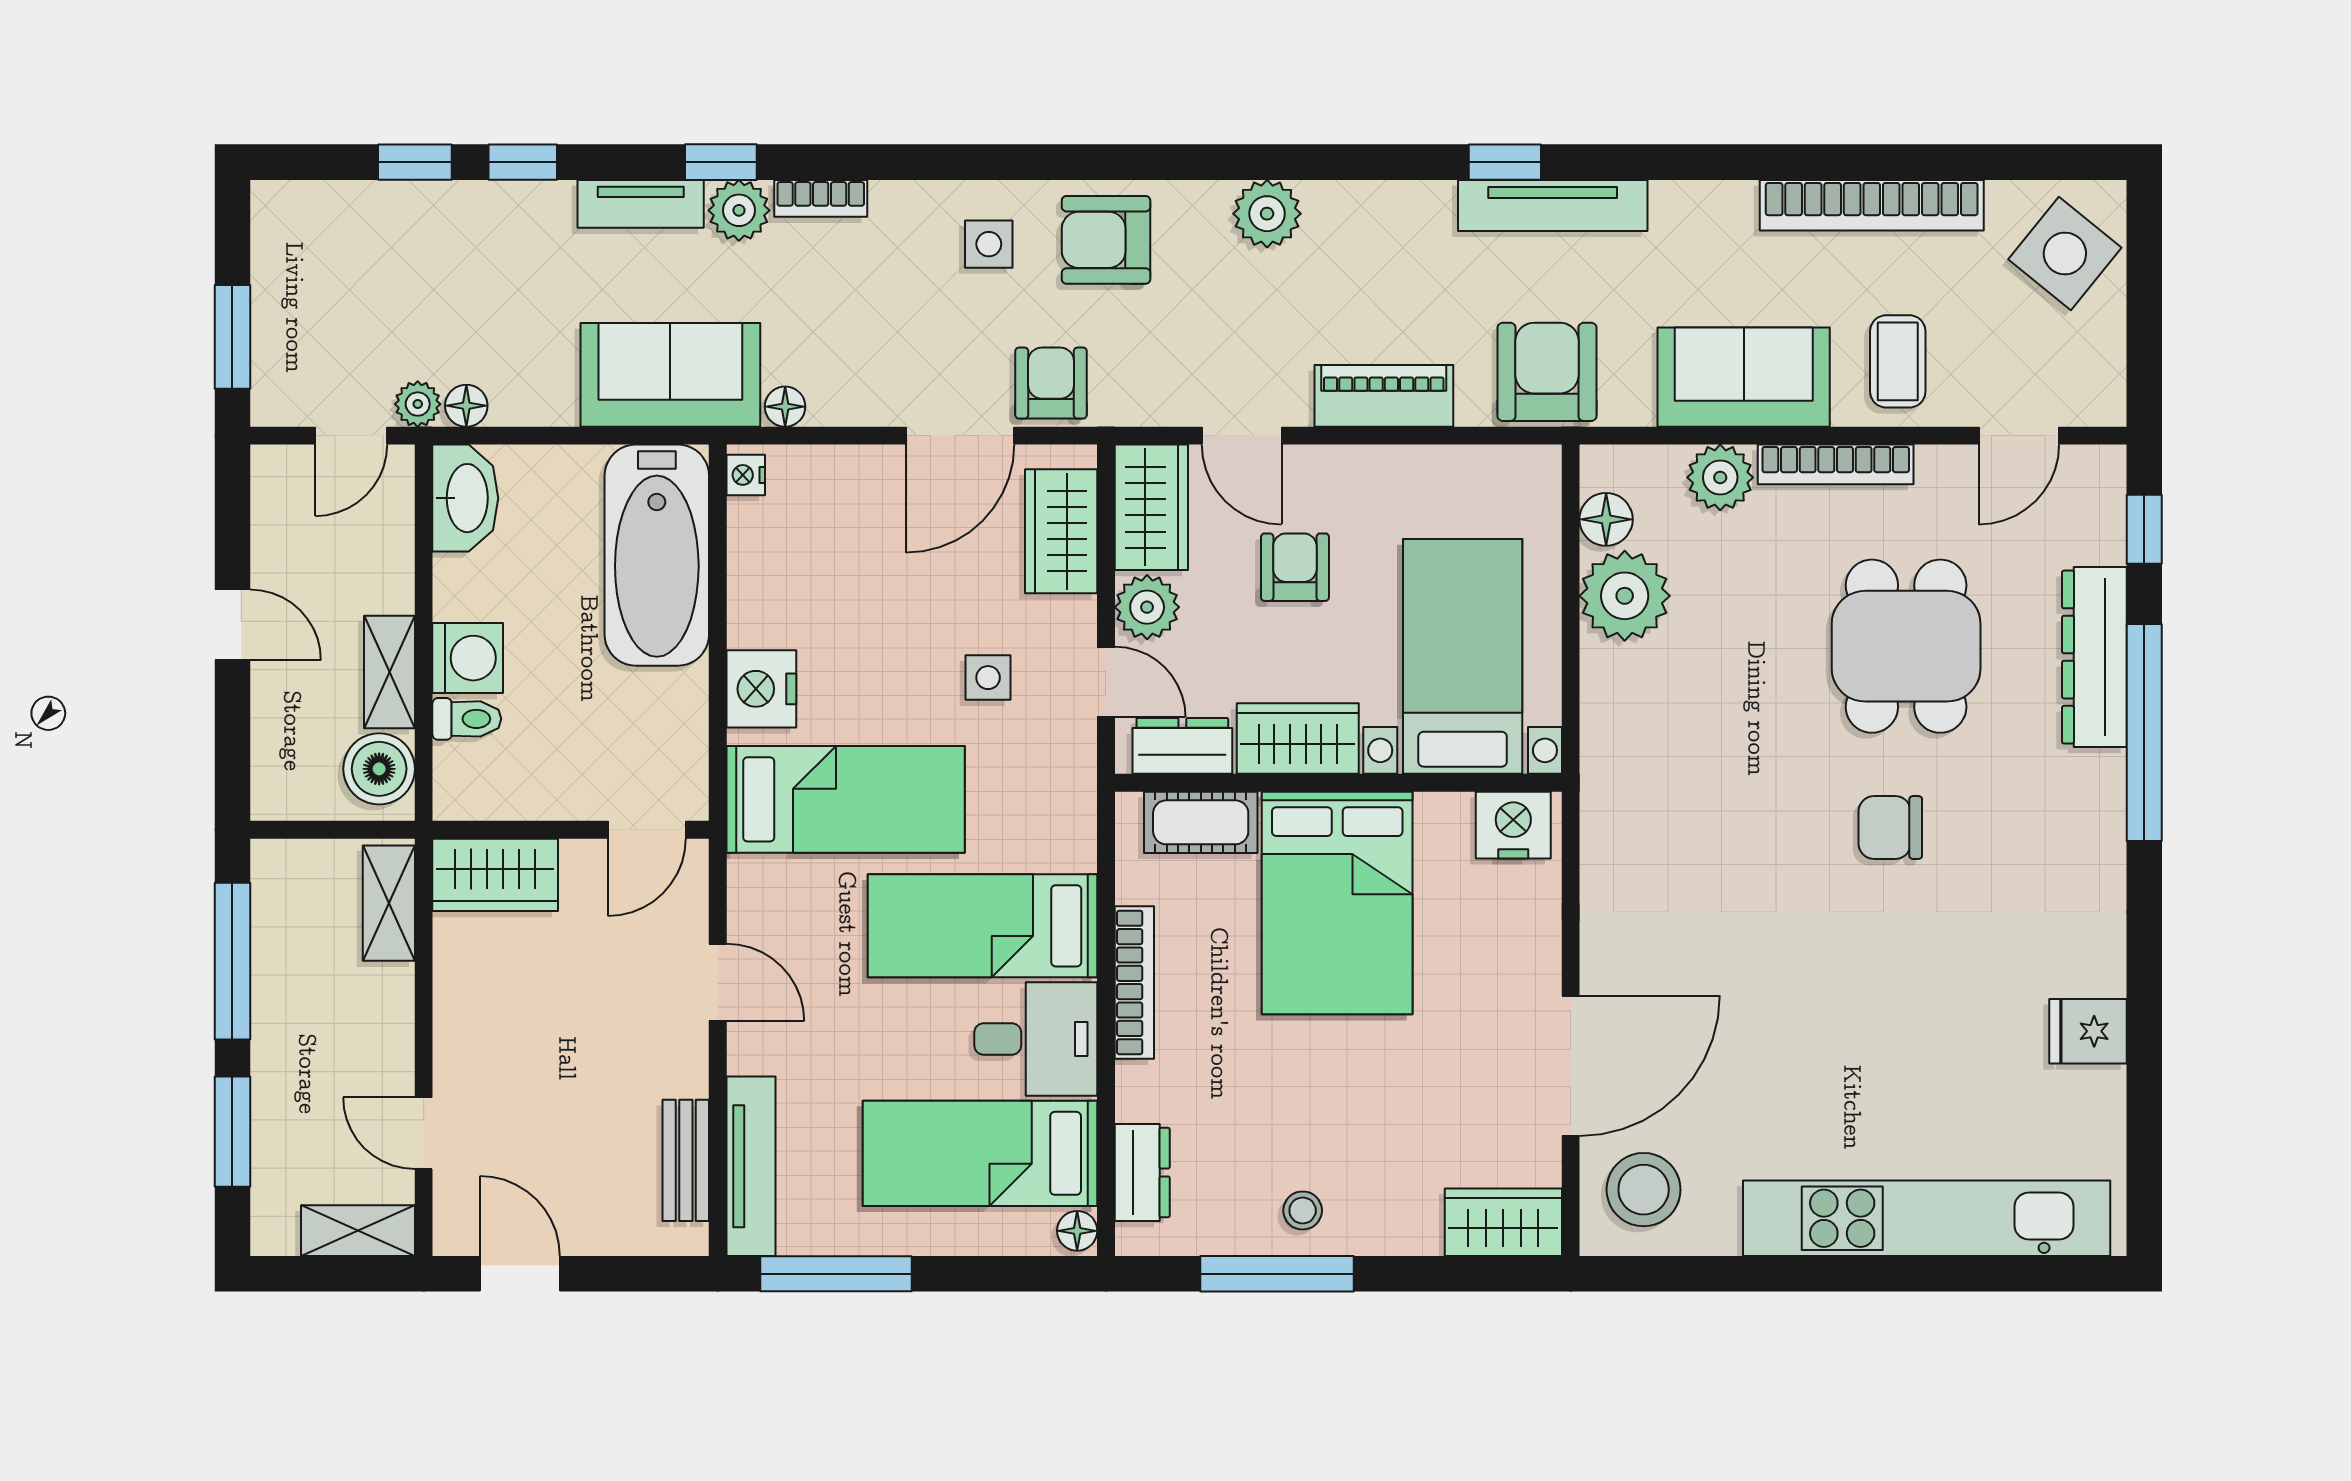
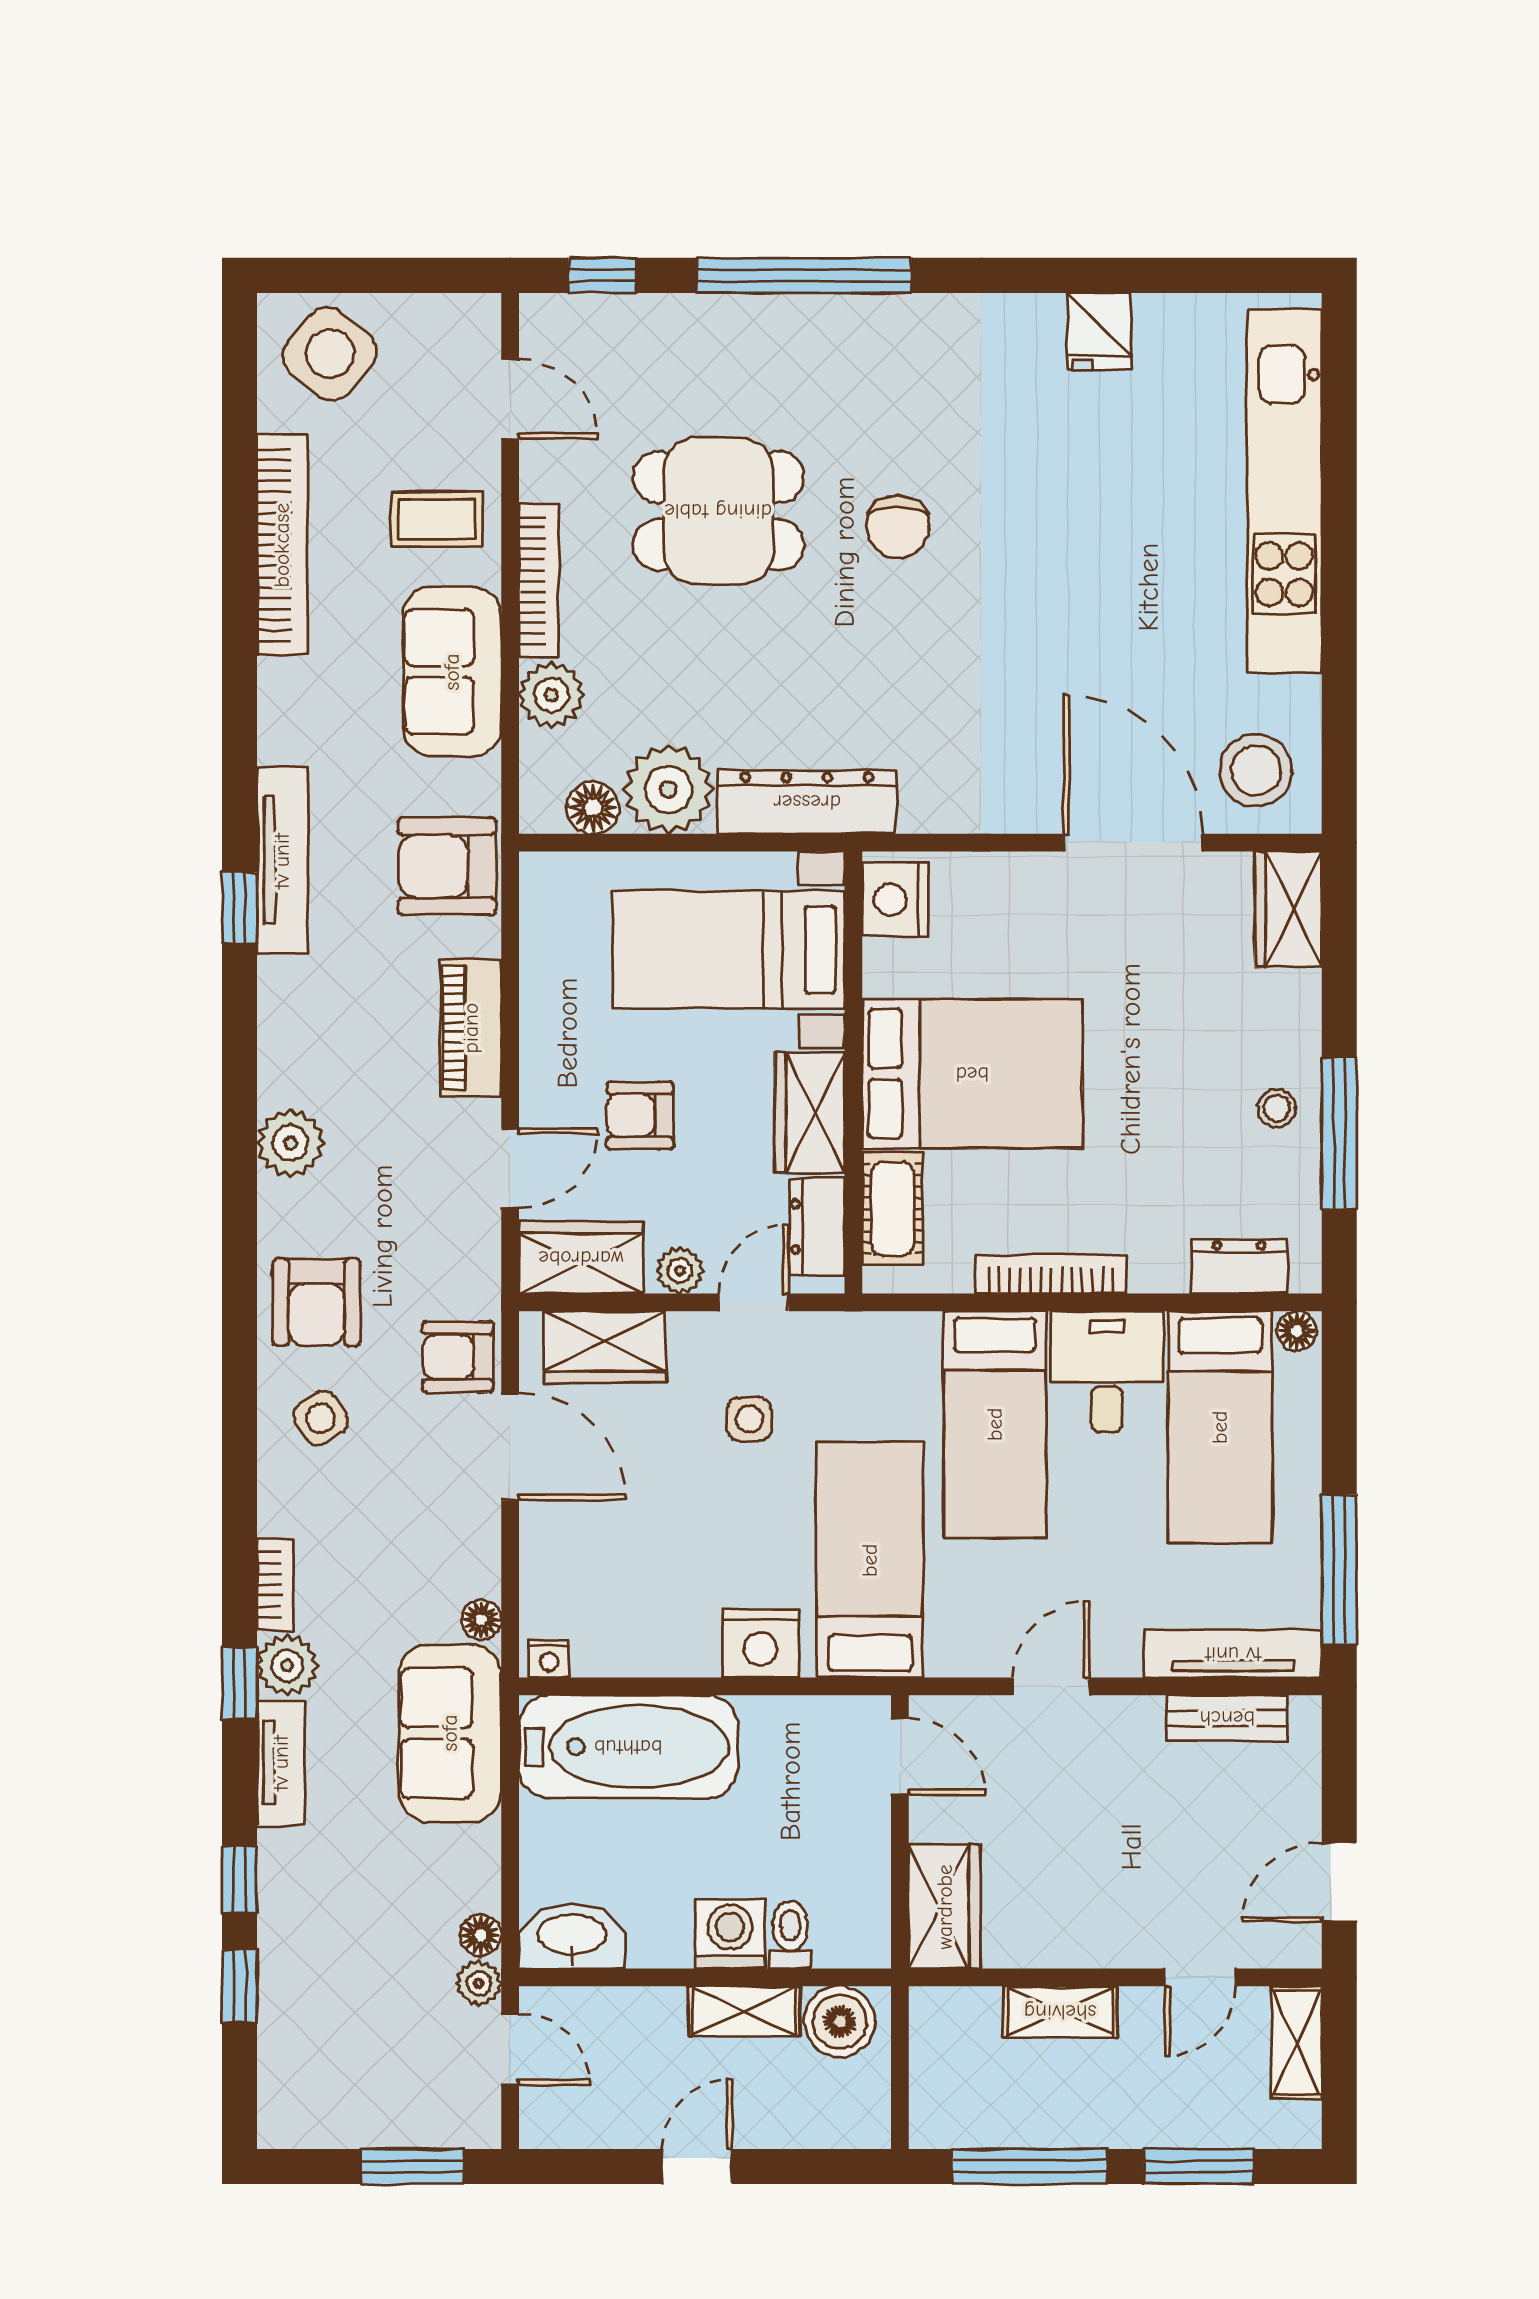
side table: (989, 244) -> (321, 1418), turned -33
plant: (1147, 607) -> (680, 1270), width x0.73, depth x0.73
dresser: (2094, 657) -> (807, 802), moved, turned 180
shelving: (389, 903) -> (1060, 2012), moved

